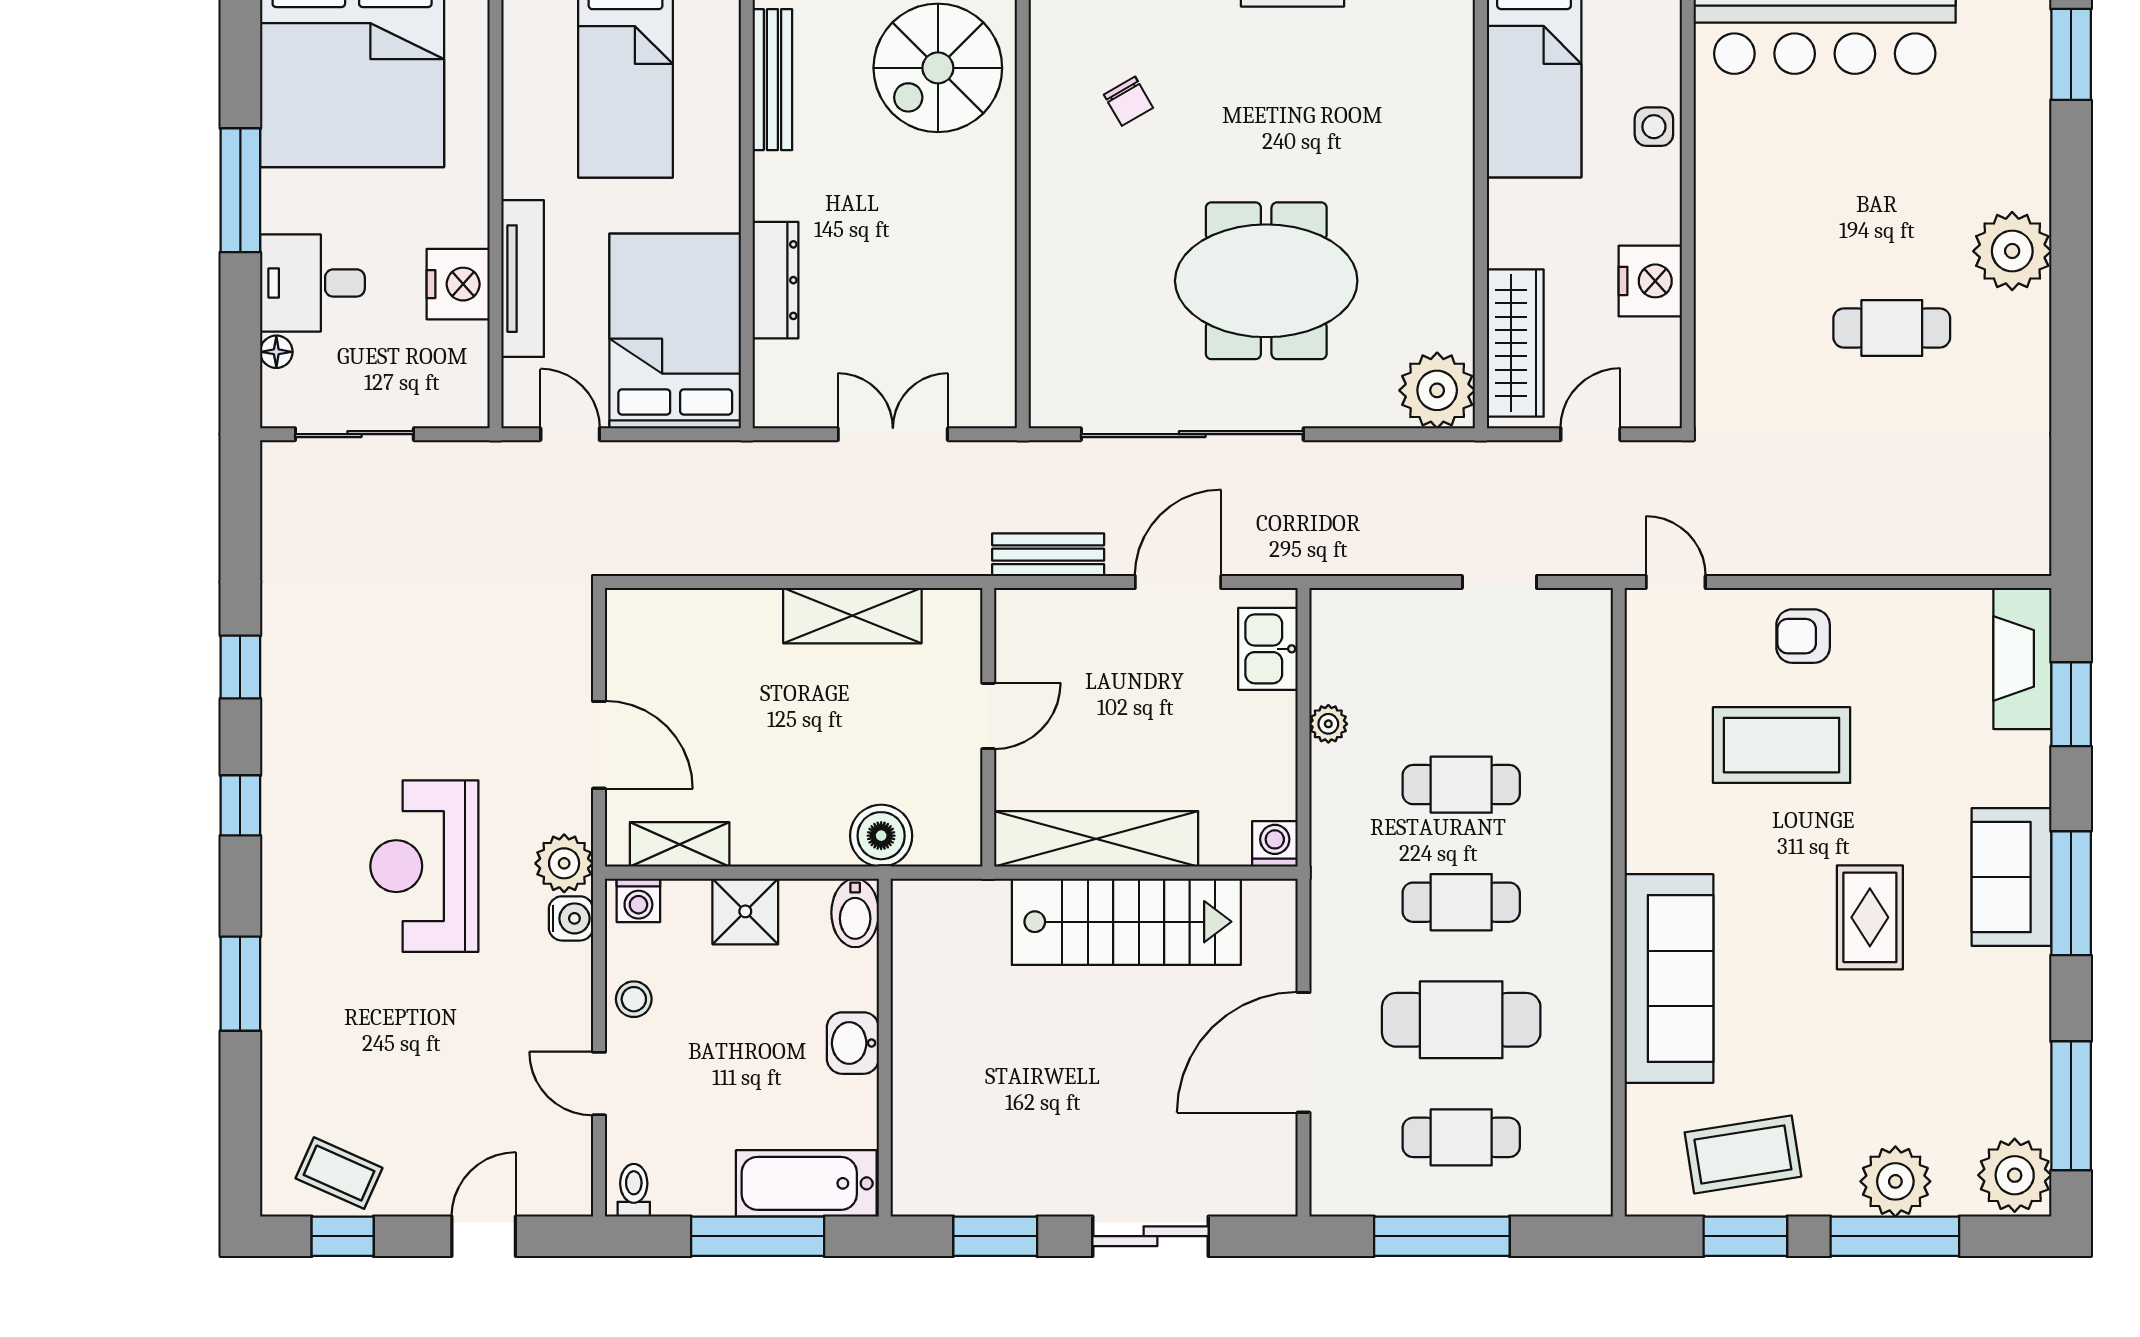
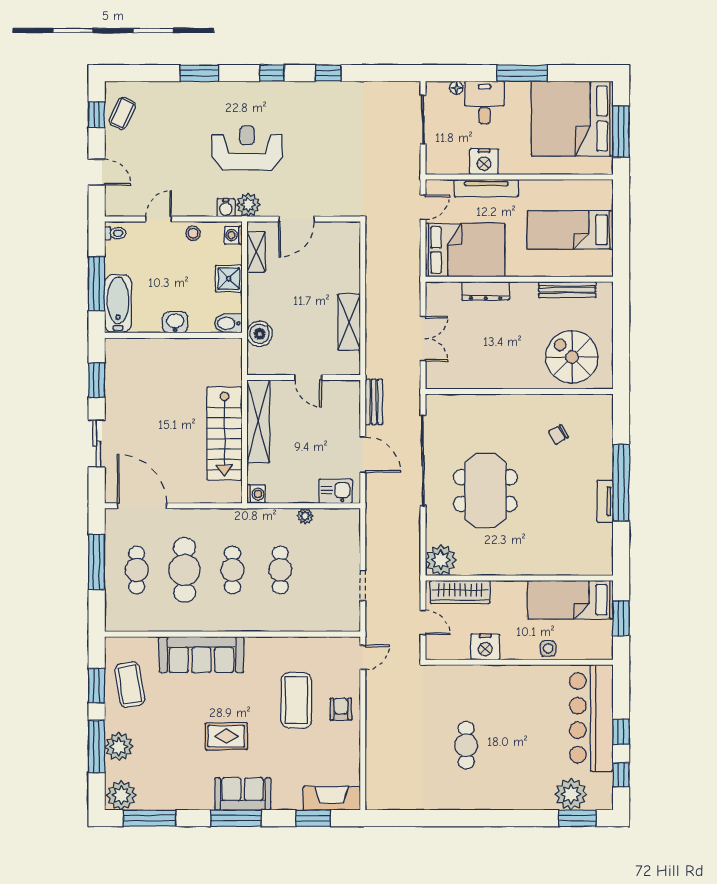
plant: (2012, 251) -> (571, 794), moved
door: (1304, 1052) -> (142, 506), moved

